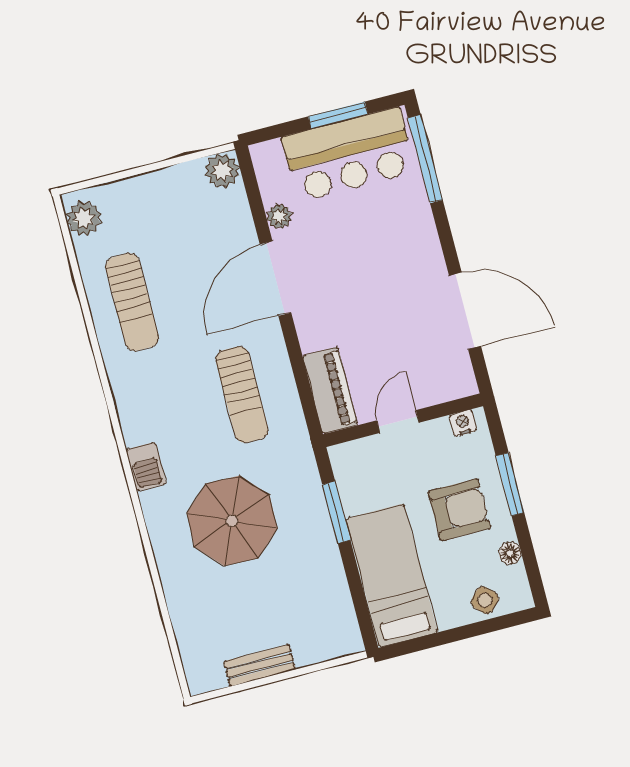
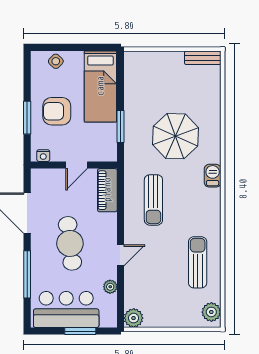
window: (338, 115) -> (80, 331), moved
window: (425, 159) -> (27, 274), moved
cafe table: (373, 276) -> (70, 243), added
door: (275, 278) -> (121, 255), width x0.53
sun lounger: (242, 395) -> (153, 200), turned 180
floor lamp: (510, 553) -> (36, 82), removed
bench: (259, 665) -> (203, 58), moved

